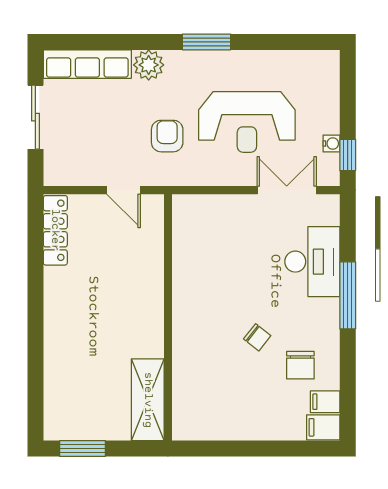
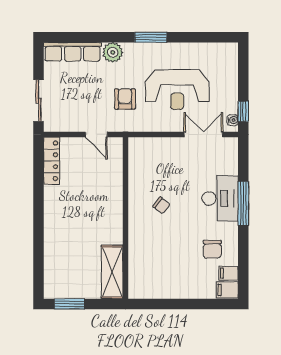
sliding door: (35, 117) -> (39, 101), moved
water cooler: (331, 143) -> (233, 120), moved
desk: (312, 262) -> (220, 199), moved
chair: (257, 337) -> (161, 205), moved

